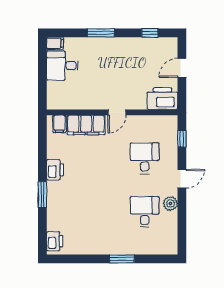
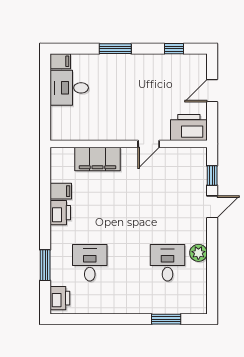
door: (117, 112) -> (149, 144), moved
filing cabinet: (59, 124) -> (61, 191), moved, turned -90
desk: (145, 158) -> (90, 263), moved
door: (182, 179) -> (212, 207), moved
window: (42, 195) -> (45, 265), moved
window: (122, 259) -> (166, 319), moved

